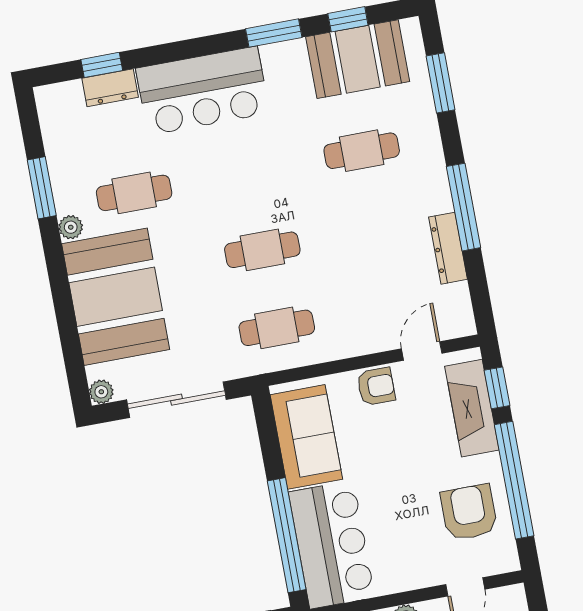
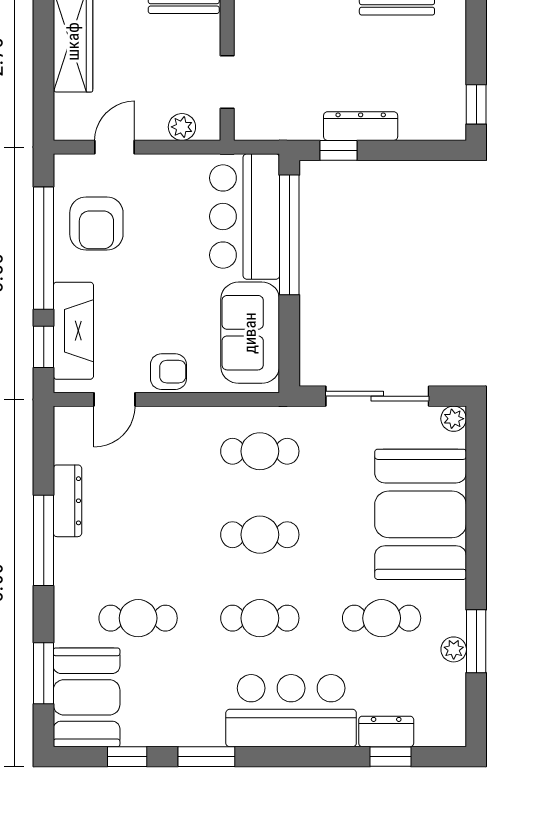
booth: (358, 59) -> (87, 697), moved, turned 90
cafe table: (248, 172) -> (260, 618), added
plant: (71, 227) -> (454, 649), moved
armchair: (376, 386) -> (168, 372), turned 180

